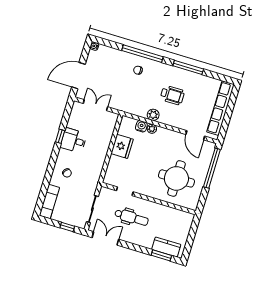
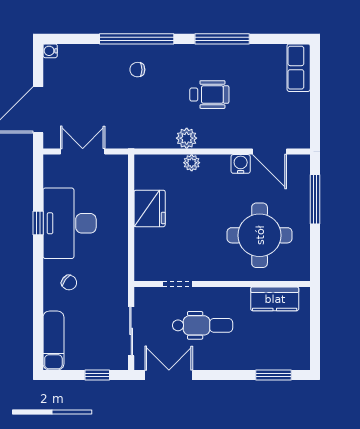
row of seats: (220, 108) -> (299, 68), width x0.50
water cooler: (141, 126) -> (241, 164), moved
desk: (74, 140) -> (70, 223), width x1.87, depth x1.30
window: (212, 168) -> (315, 199), width x0.68
kitchen counter: (166, 247) -> (275, 299), moved, turned 180

